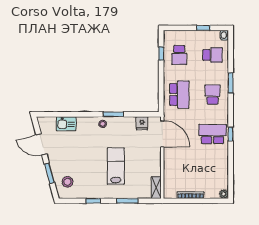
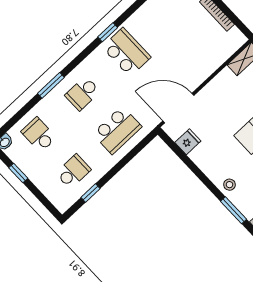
school desk: (179, 95) -> (117, 130), turned 180
window: (113, 114) -> (234, 210), moved
door: (162, 134) -> (178, 108), hinge flipped
school desk: (213, 134) -> (126, 52), turned 180

